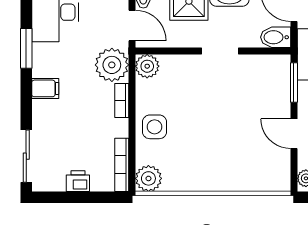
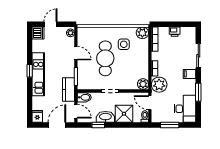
cafe table: (230, 123) -> (105, 58), added
side table: (155, 127) -> (124, 44), moved
sliding door: (26, 156) -> (198, 56), moved

